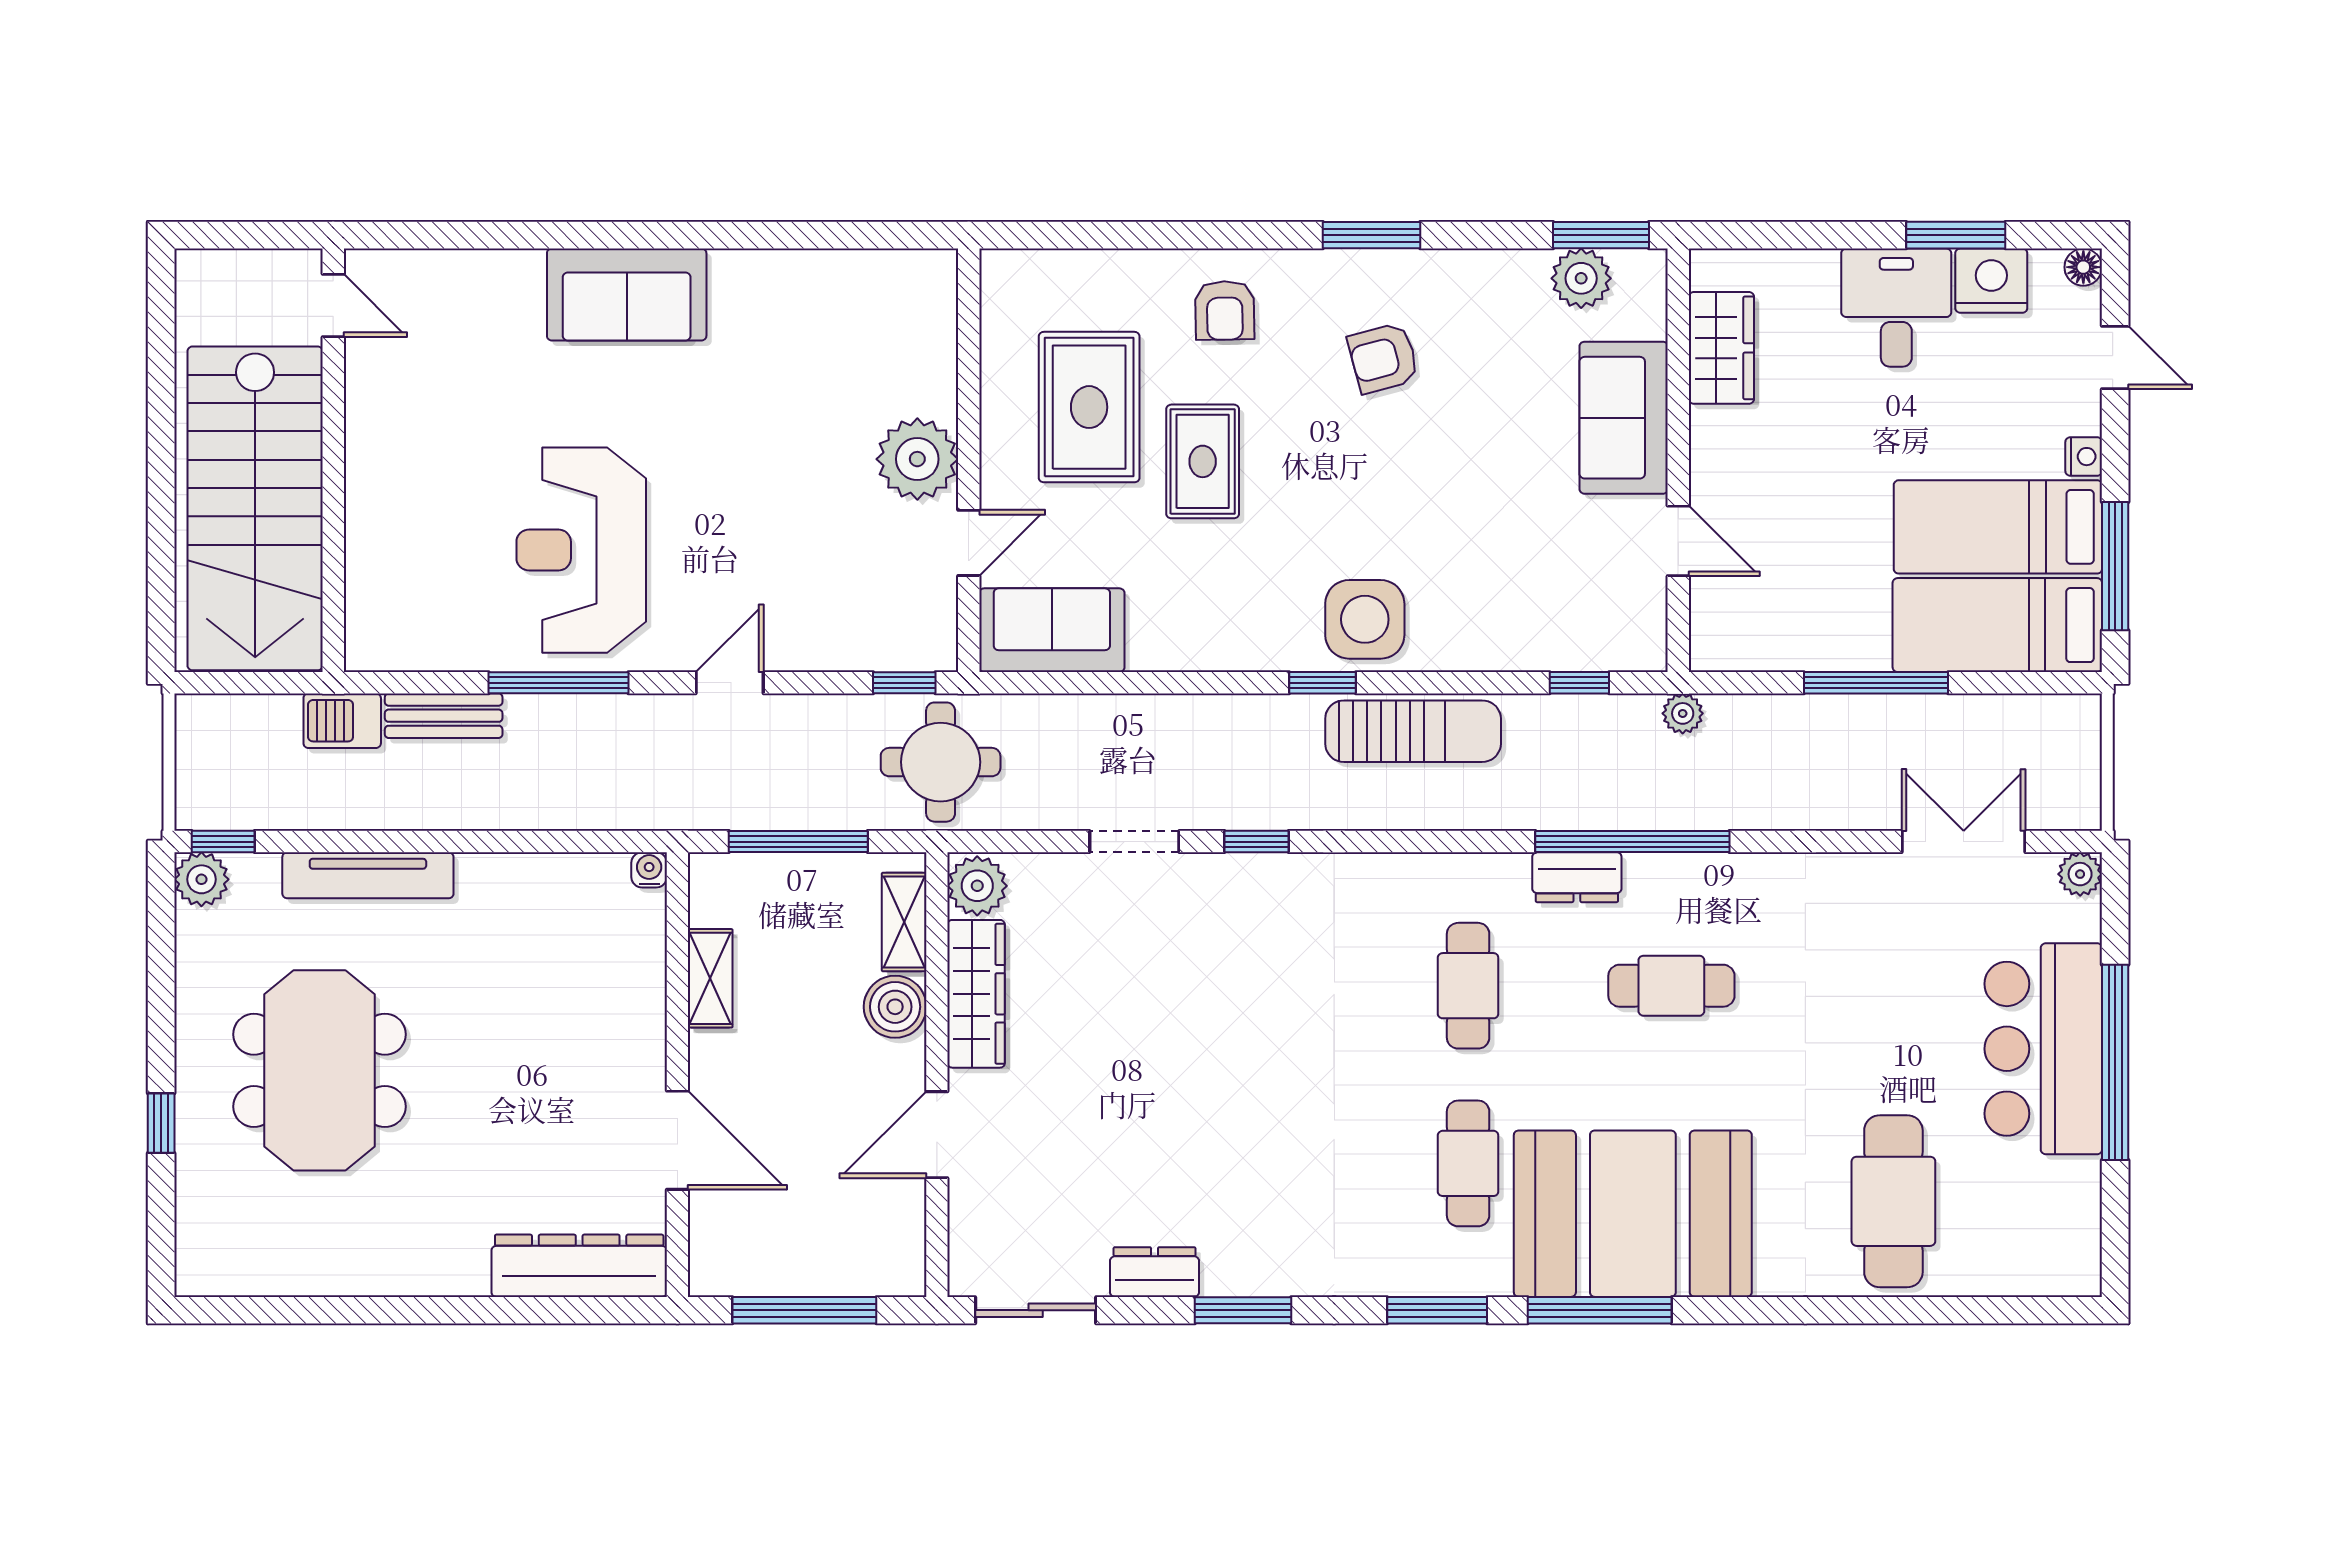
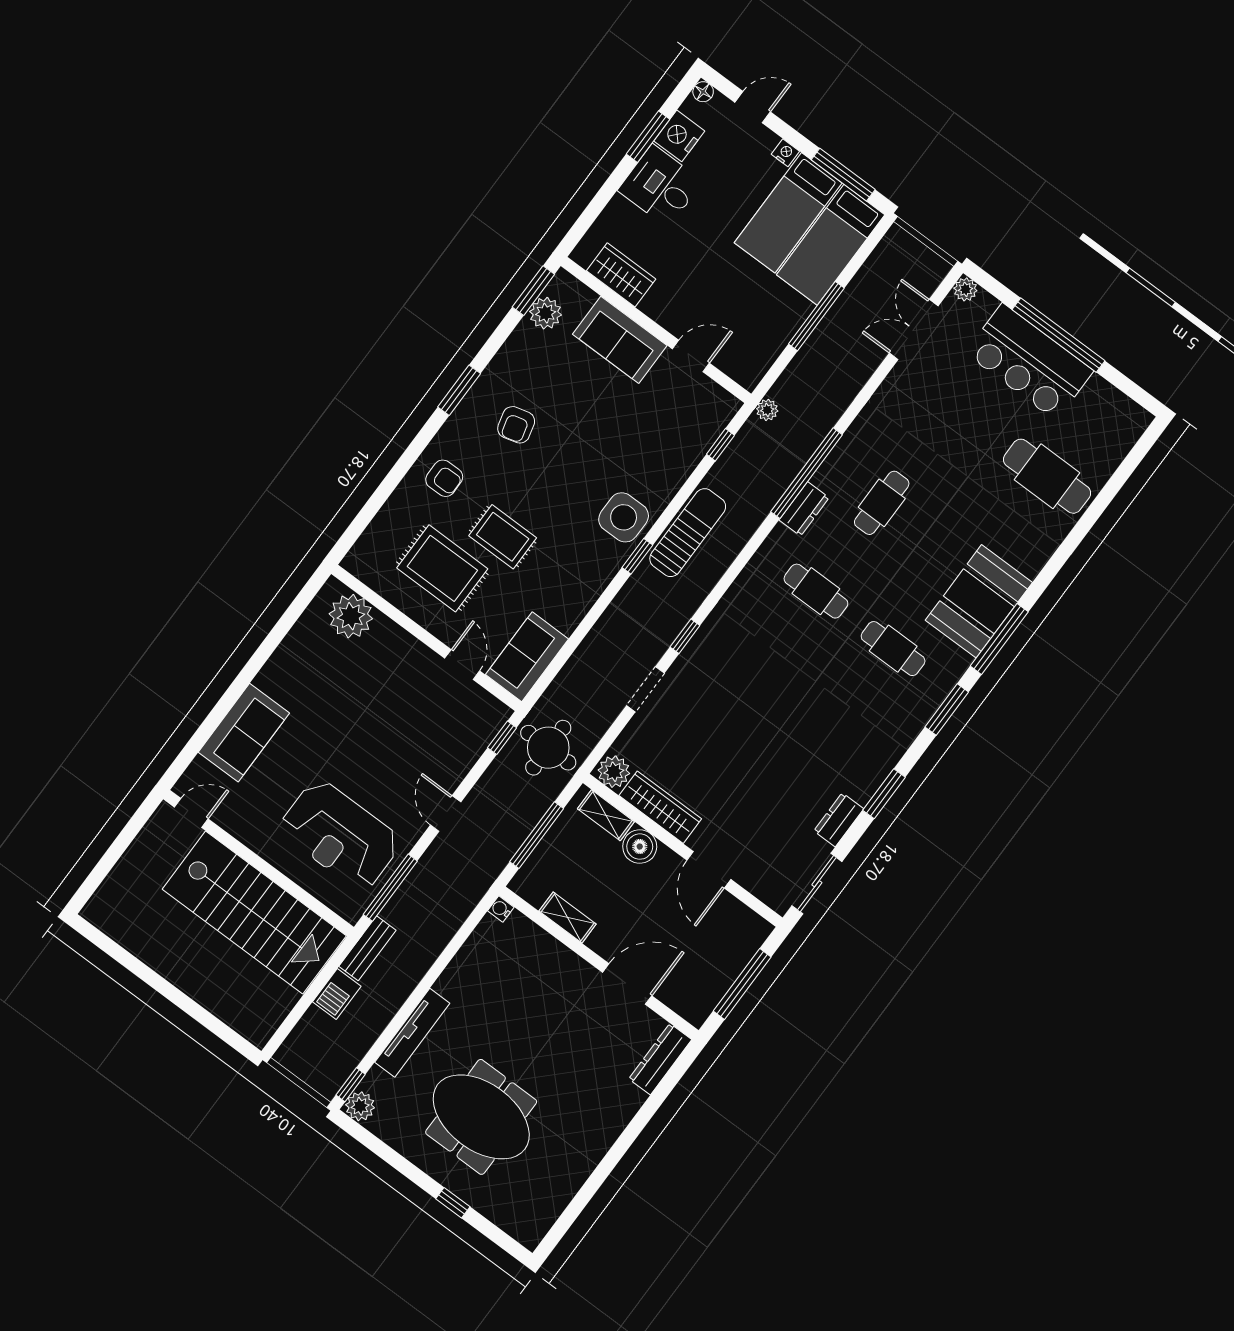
door: (333, 305) -> (191, 813), moved
plant: (917, 459) -> (351, 616), moved
wall: (333, 460) -> (259, 863), moved
stairs: (255, 508) -> (254, 912), moved
booth: (1633, 1214) -> (979, 601), width x0.73, depth x0.70
dresser: (579, 1266) -> (660, 1059), width x0.73, depth x0.80

